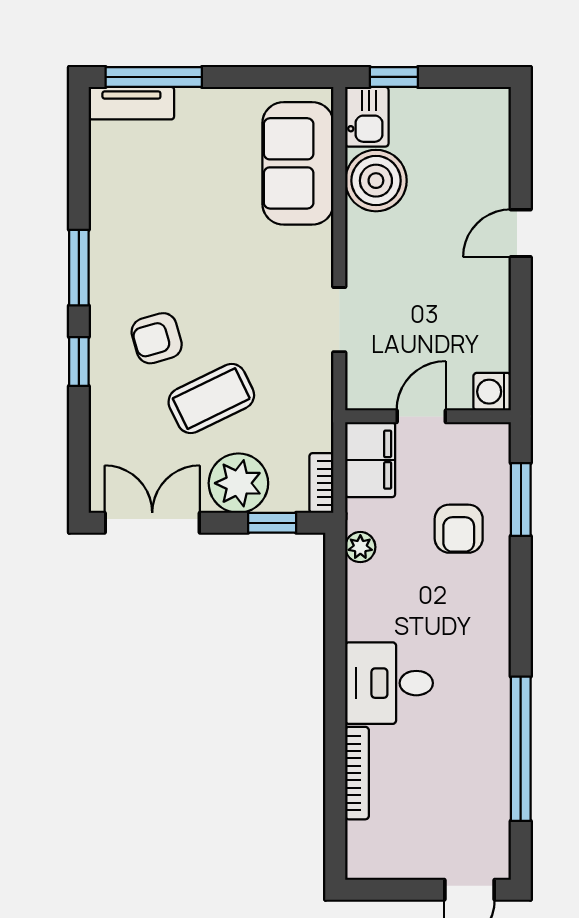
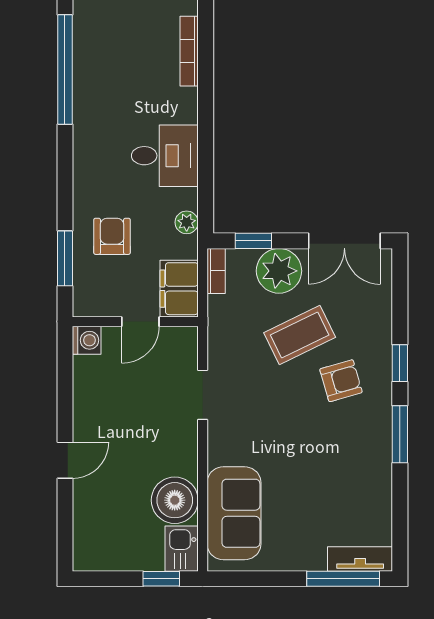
desk: (389, 683) -> (165, 156), moved

